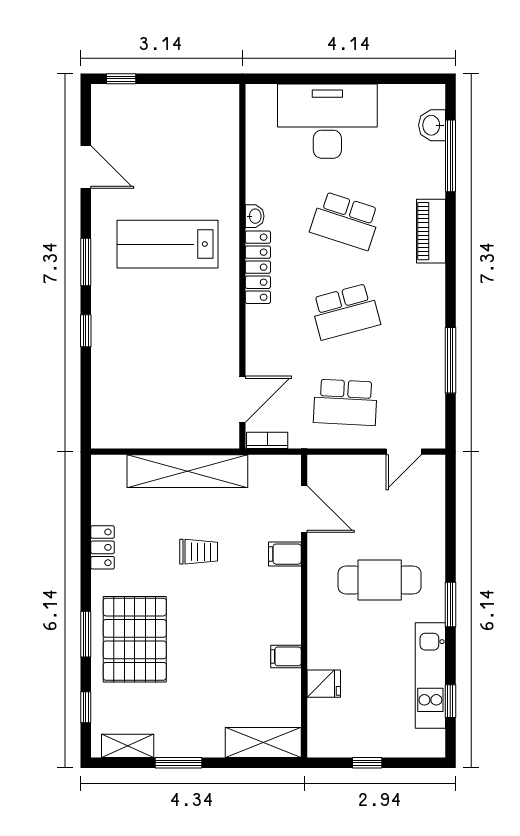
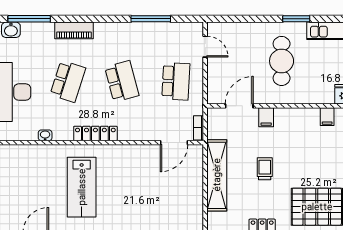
washbasin: (255, 216) -> (45, 135), moved
door: (242, 399) -> (174, 143), swing flipped

